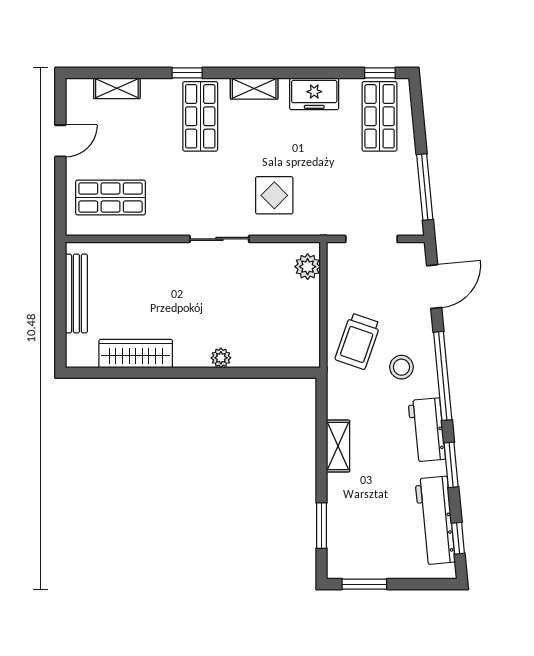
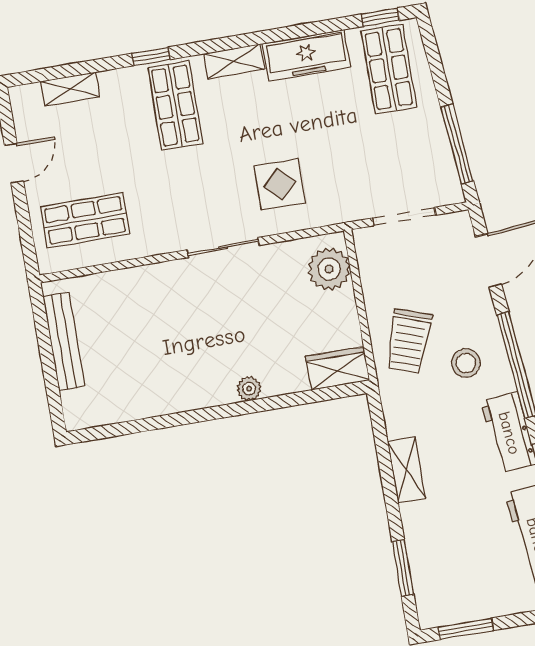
freezer: (314, 94) -> (306, 55), width x1.40
plant: (308, 267) -> (329, 269), width x1.36, depth x1.36
wardrobe: (136, 354) -> (338, 368), moved, width x0.67

